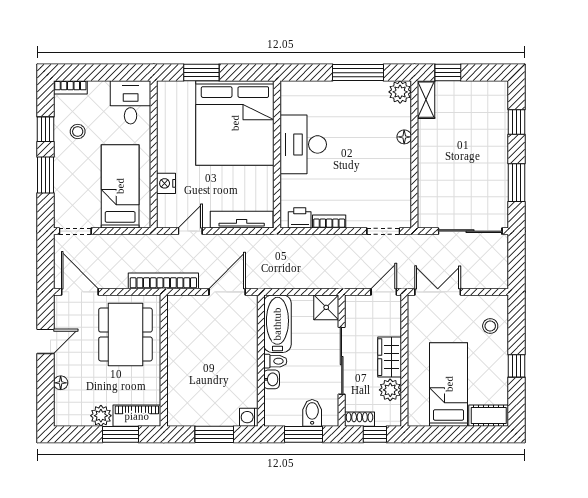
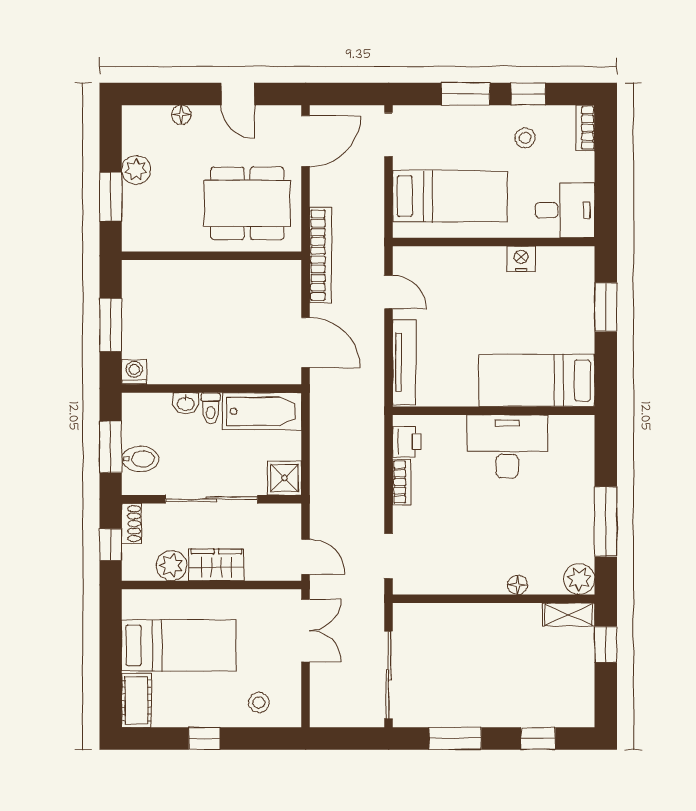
bed: (235, 123) -> (537, 380), width x0.49
nightstand: (166, 183) -> (521, 259), moved
piano: (137, 416) -> (136, 219), removed

